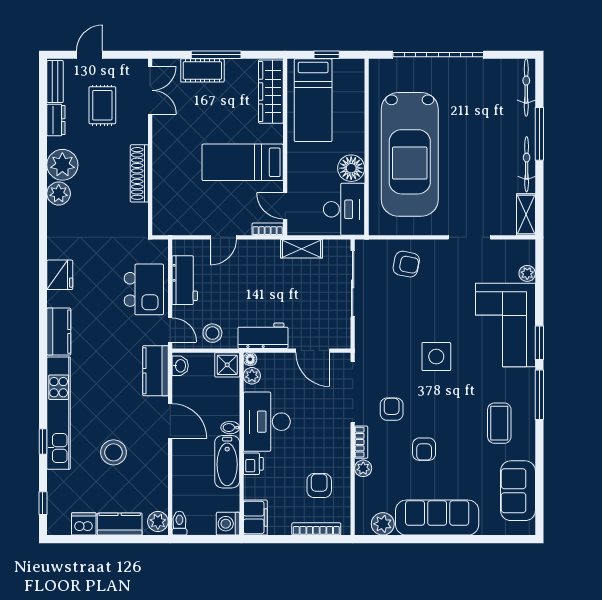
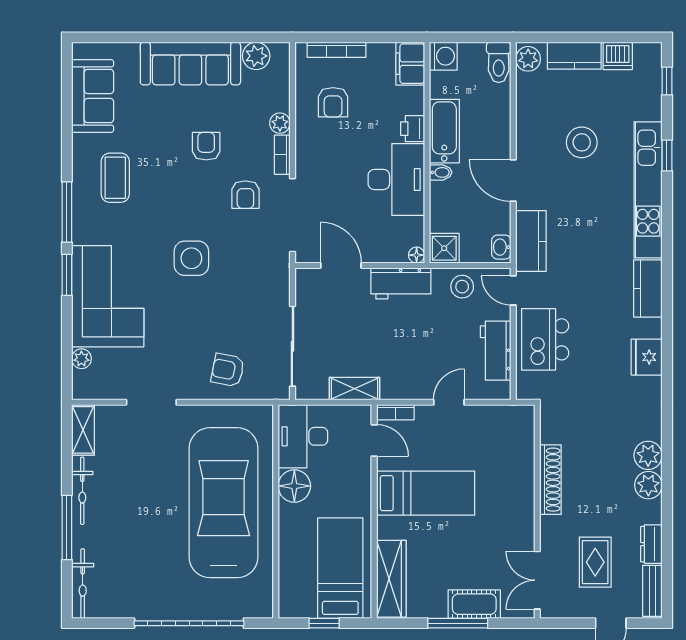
plant: (62, 165) -> (648, 485), width x0.73, depth x0.73
plant: (252, 376) -> (414, 235), removed
toilet: (179, 523) -> (499, 62), width x1.37, depth x1.39

